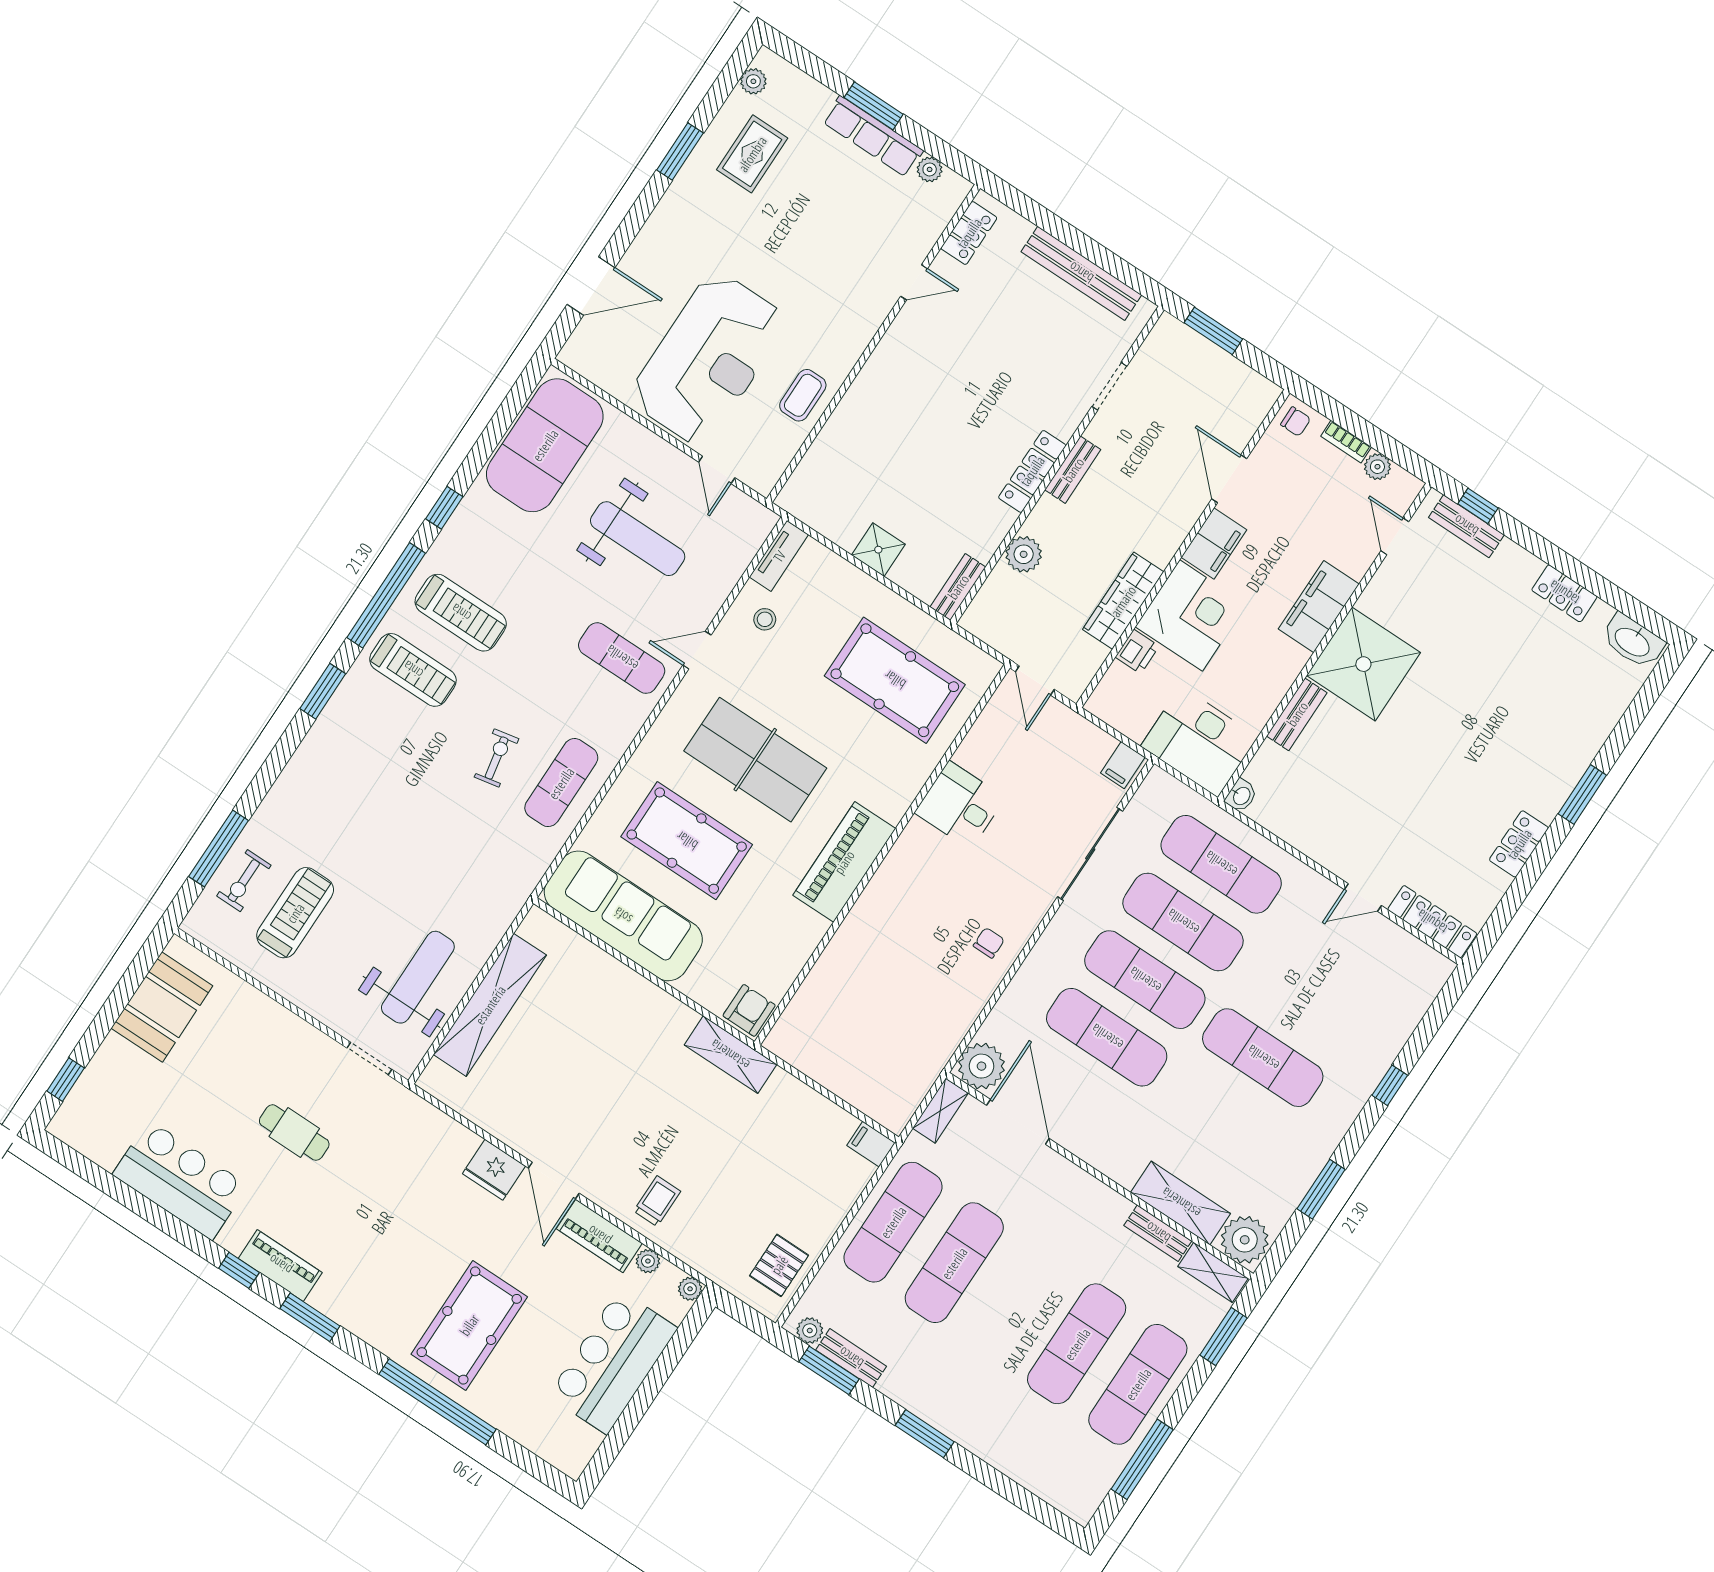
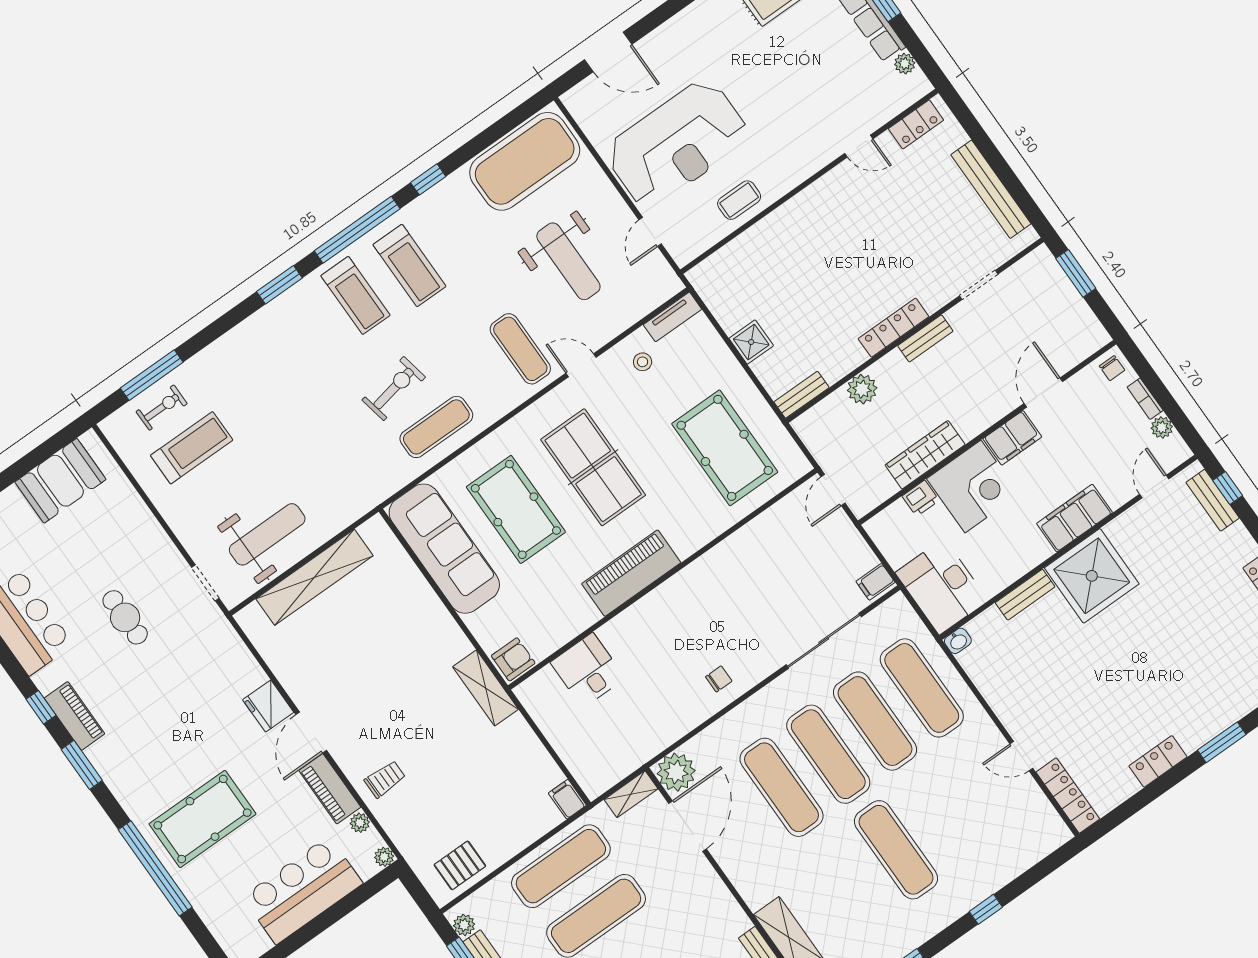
exercise bike: (497, 758) -> (394, 389), width x1.38, depth x1.39
desk: (960, 805) -> (588, 670), moved
exercise bike: (244, 881) -> (162, 408), turned 180

